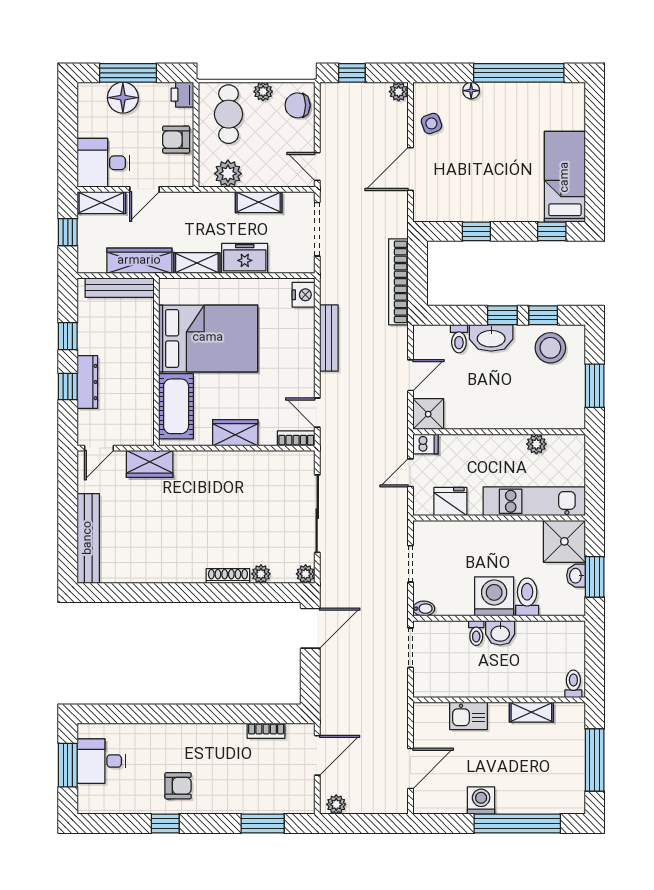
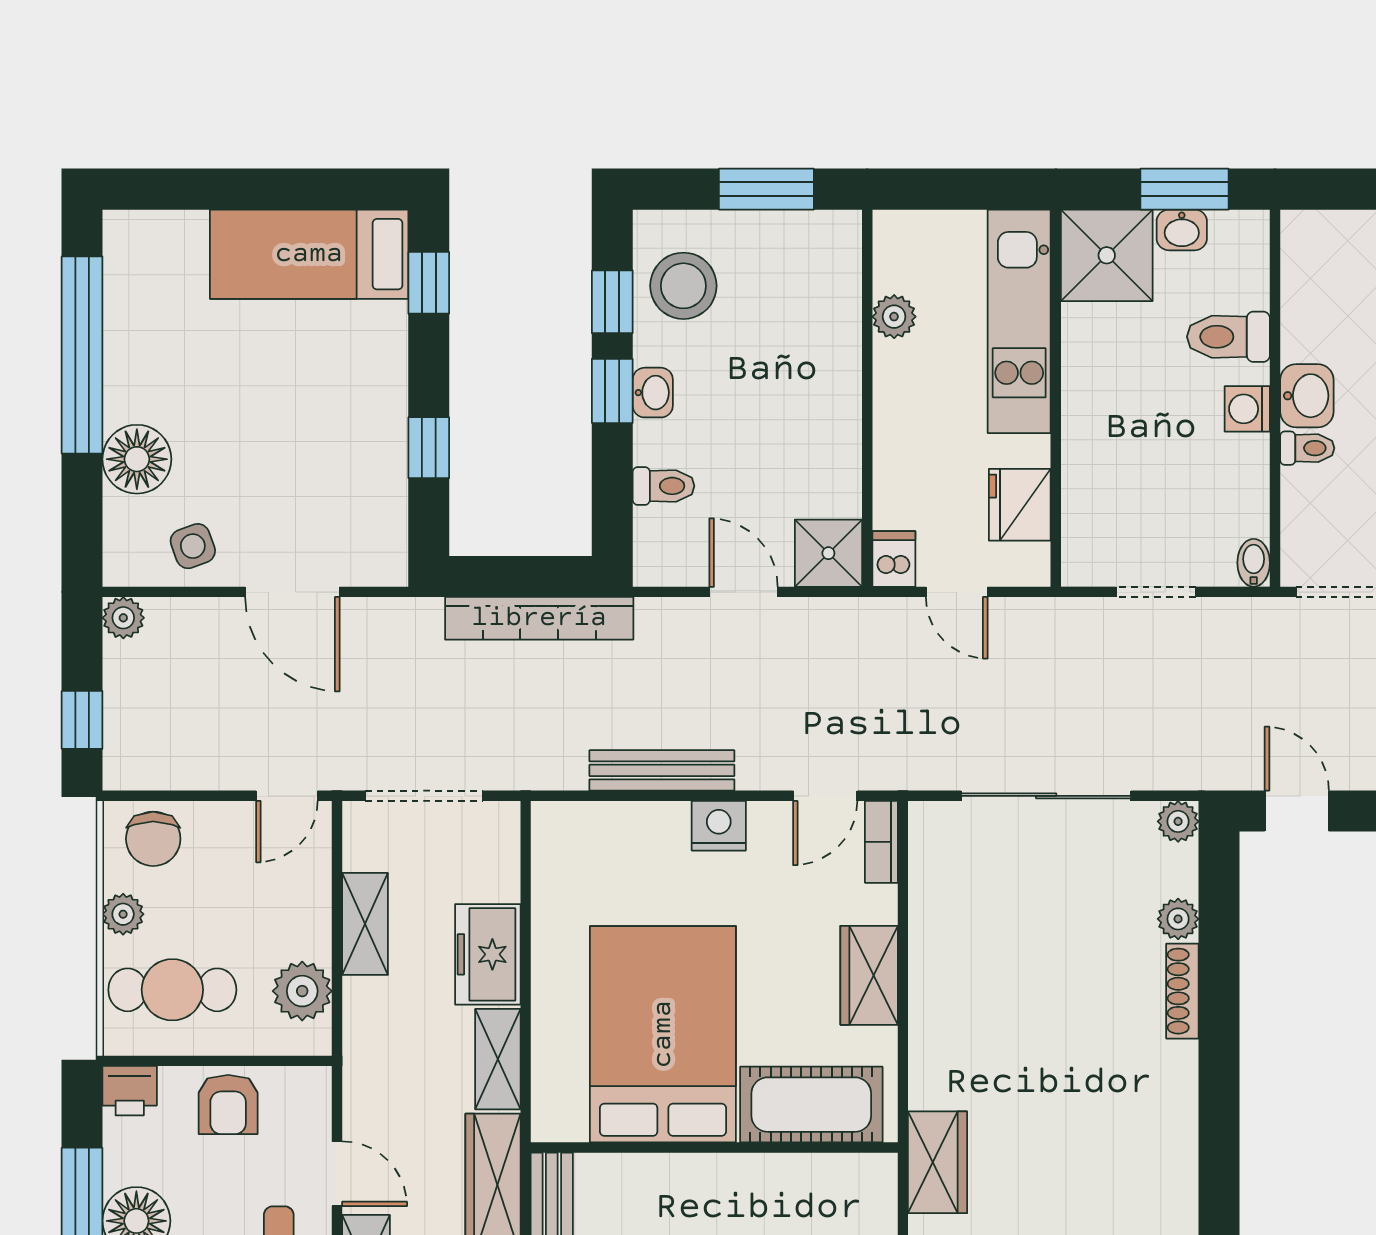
floor lamp: (471, 91) -> (137, 459), width x1.89, depth x1.89
nightstand: (304, 295) -> (719, 826), moved
washbasin: (491, 338) -> (653, 393), width x0.52, depth x0.69
washing machine: (494, 596) -> (1247, 409), width x0.53, depth x0.53
door: (310, 628) -> (1297, 811), width x0.73

